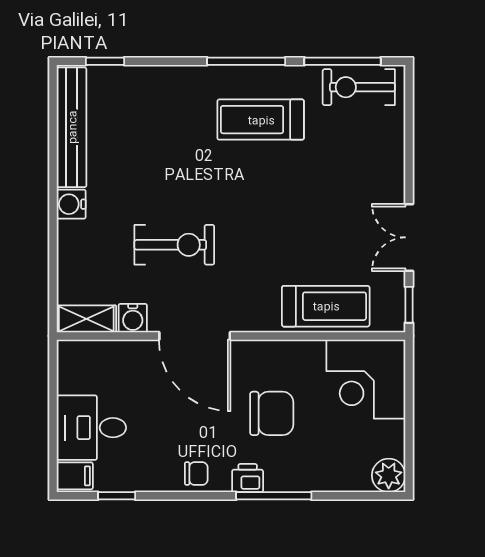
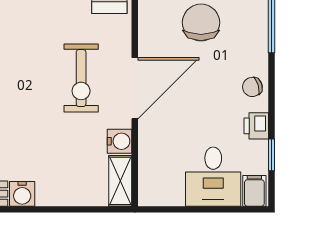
exercise bike: (174, 245) -> (81, 78), moved, turned 180
chair: (196, 474) -> (252, 87), turned -107
printer: (248, 478) -> (256, 126), moved

